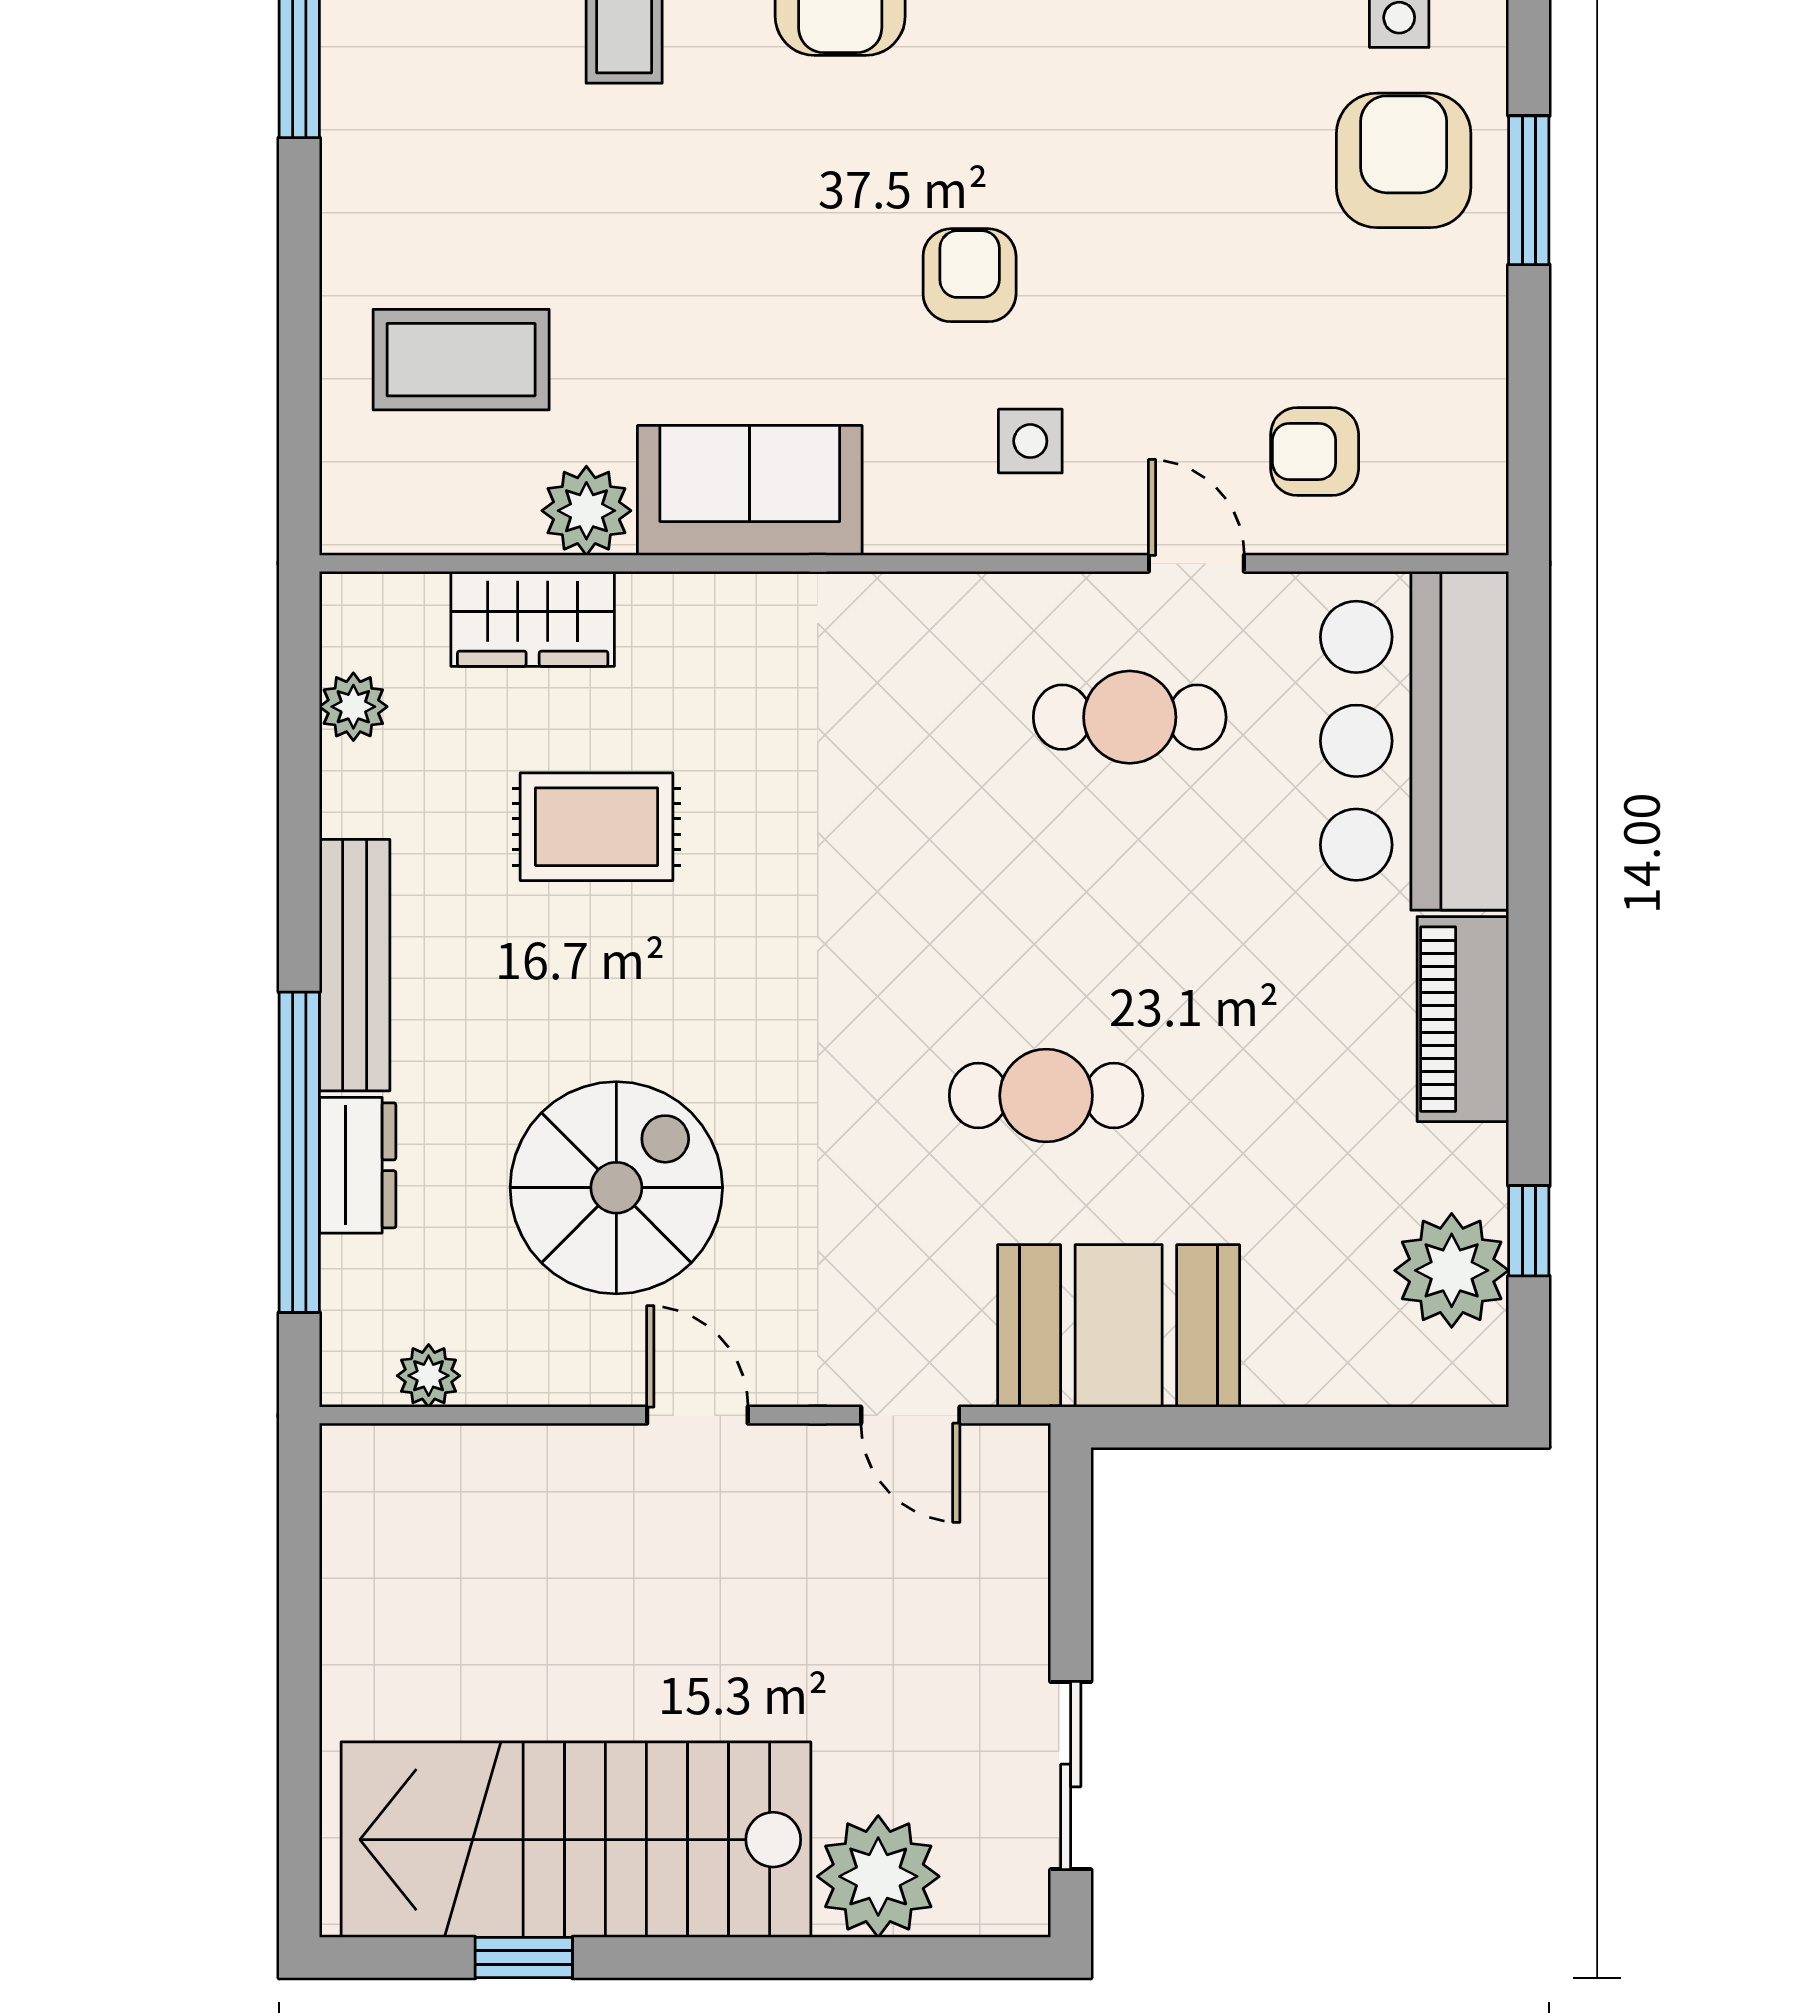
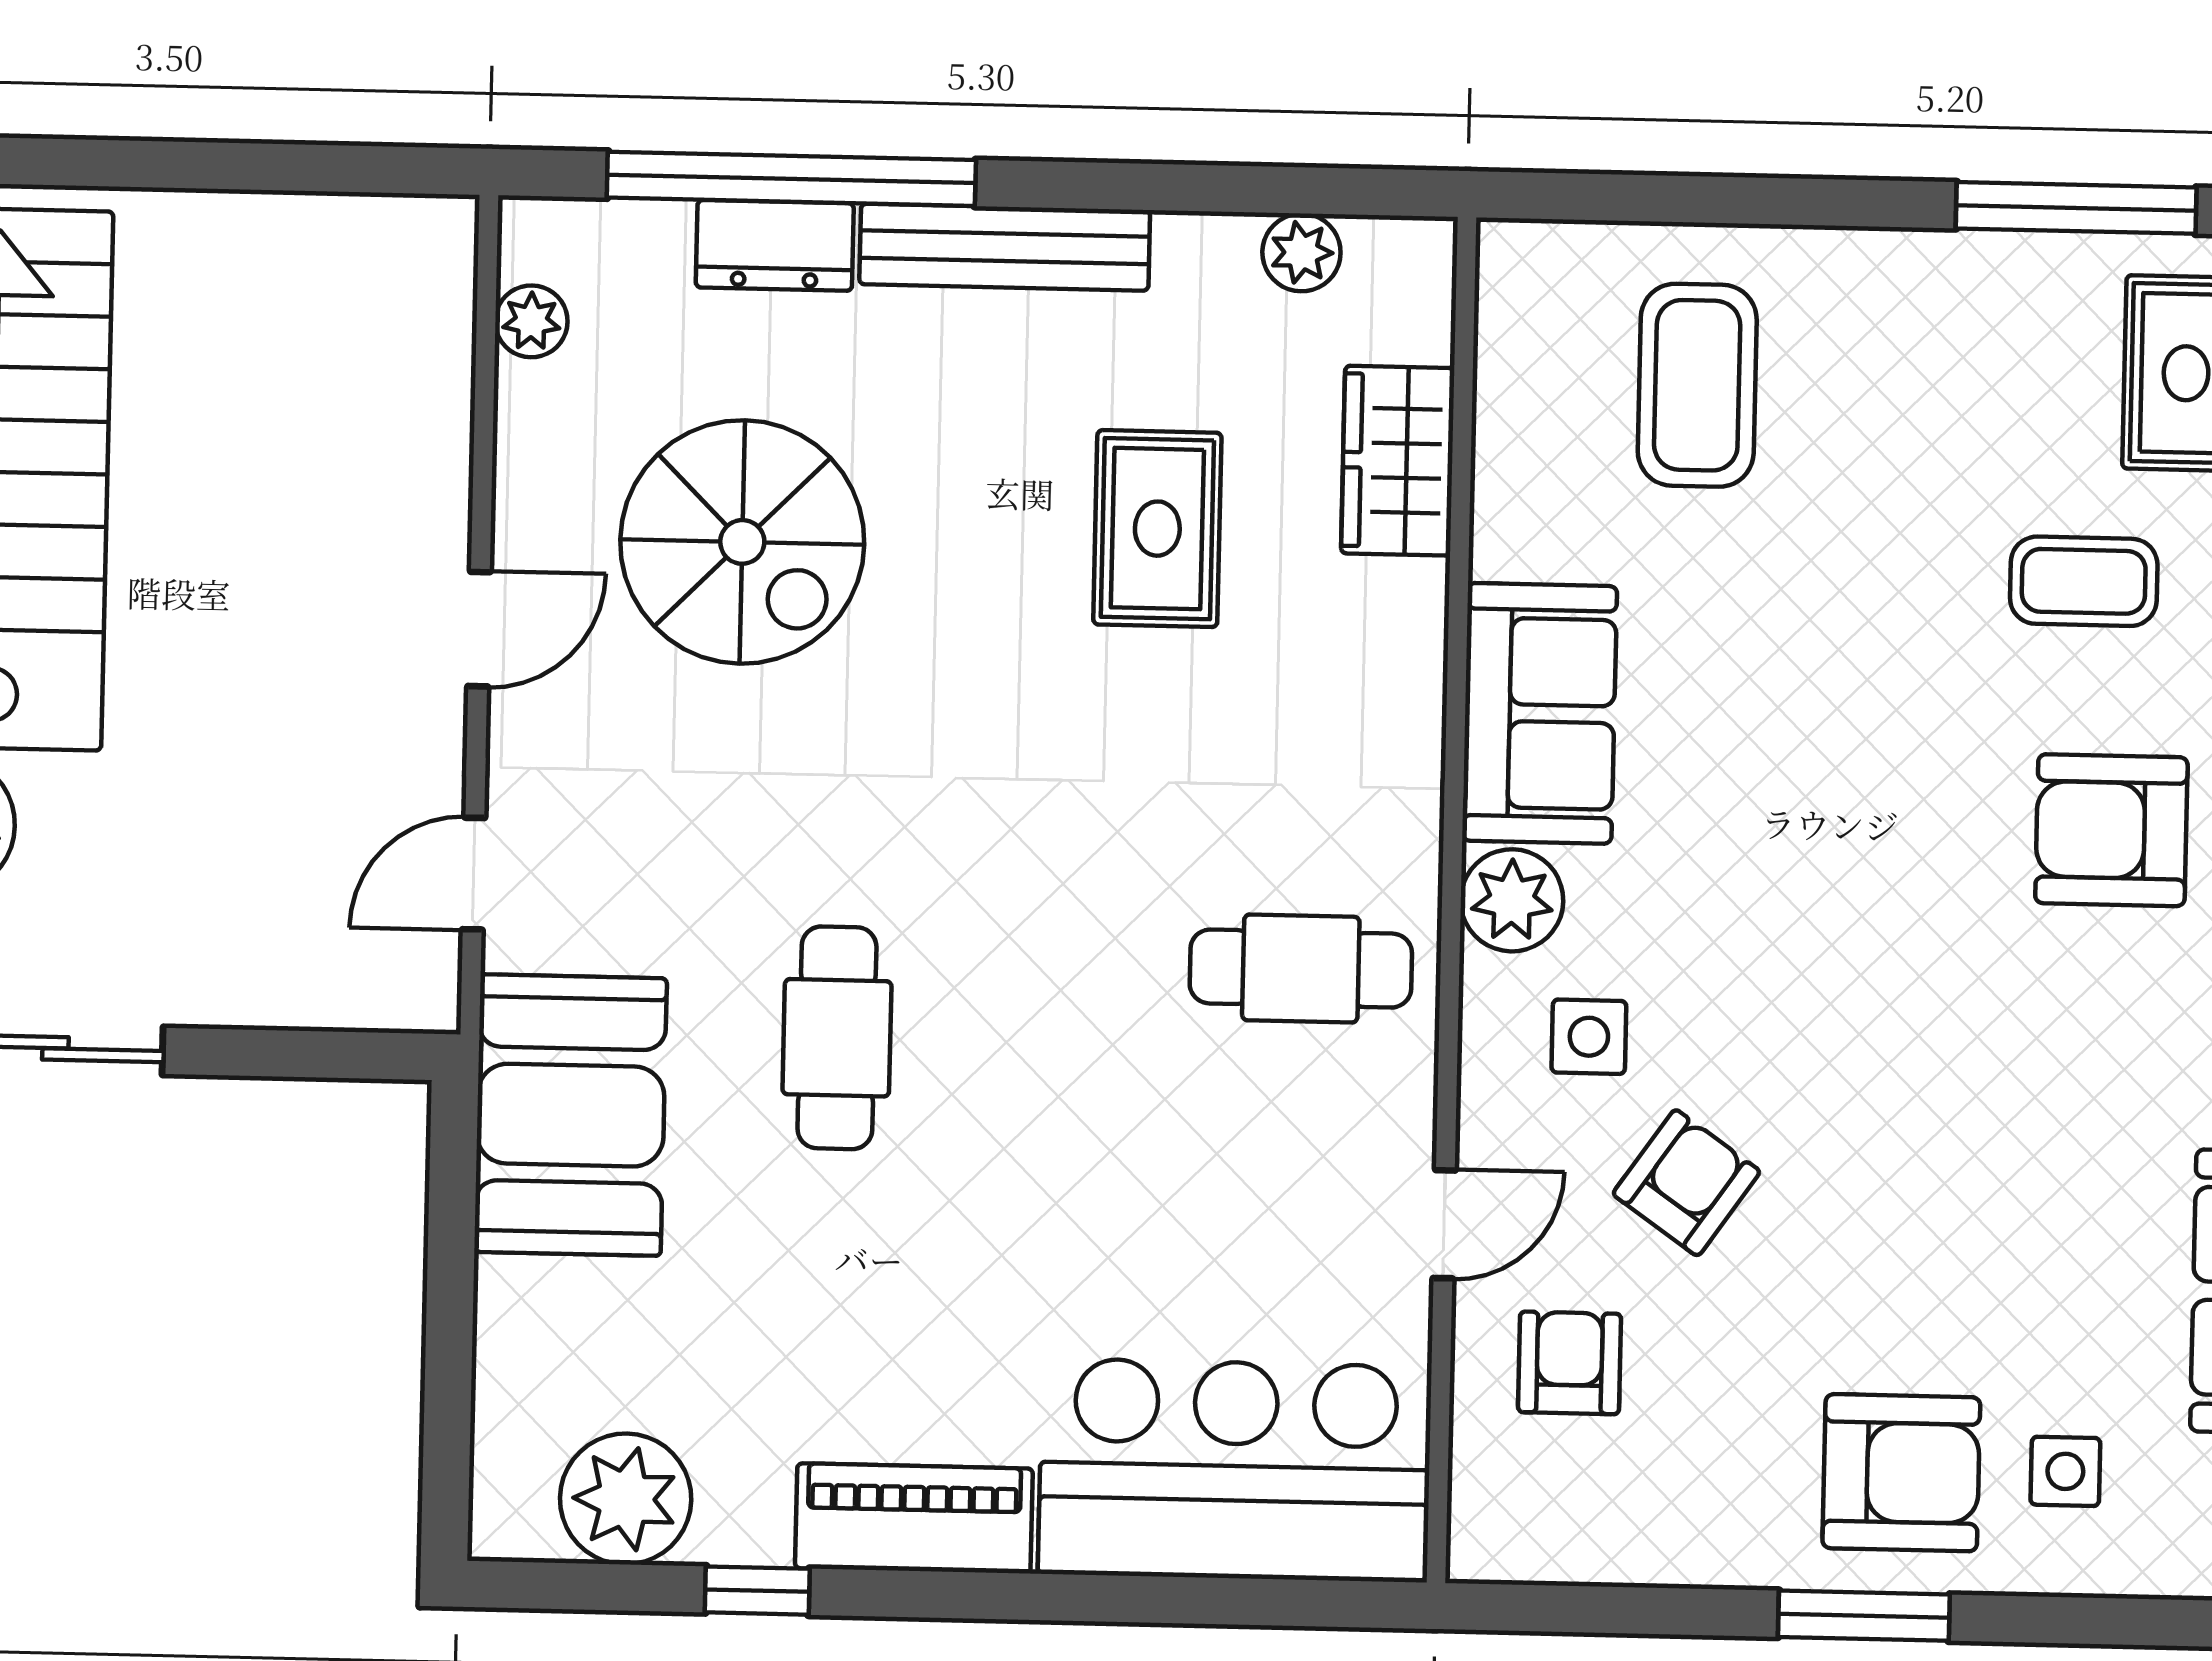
armchair: (970, 275) -> (1686, 1183), moved, turned -55
plant: (586, 511) -> (1512, 900), moved
cafe table: (1130, 717) -> (1301, 969), moved, turned 90
window: (1529, 1231) -> (757, 1591), moved

